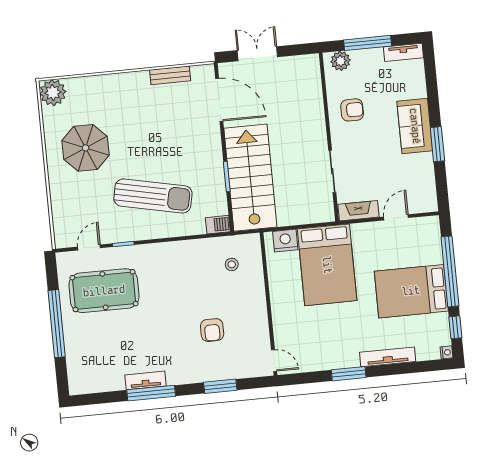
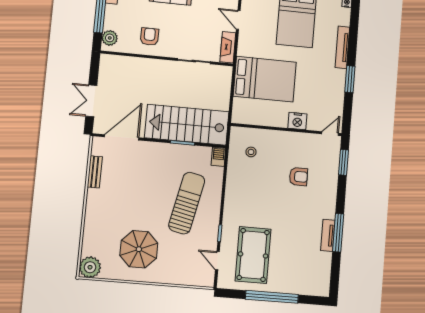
nightstand: (285, 241) -> (297, 121), moved, turned -90
window: (220, 386) -> (344, 162), moved

